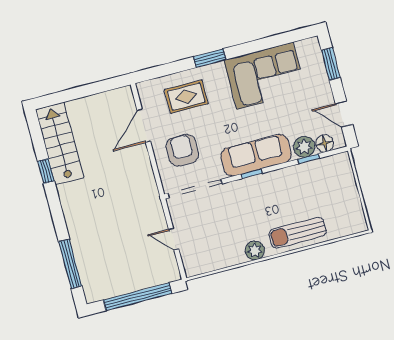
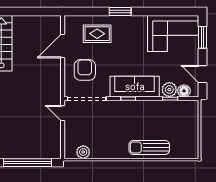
corner sofa: (265, 76) -> (173, 34), moved
door: (174, 239) -> (63, 113), moved
plant: (255, 250) -> (83, 152), moved

